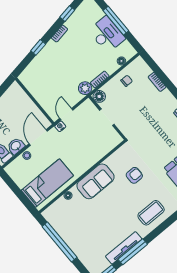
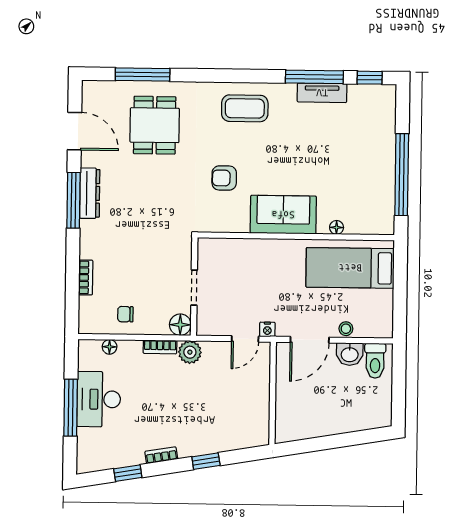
tv unit: (124, 248) -> (322, 93), width x0.71

